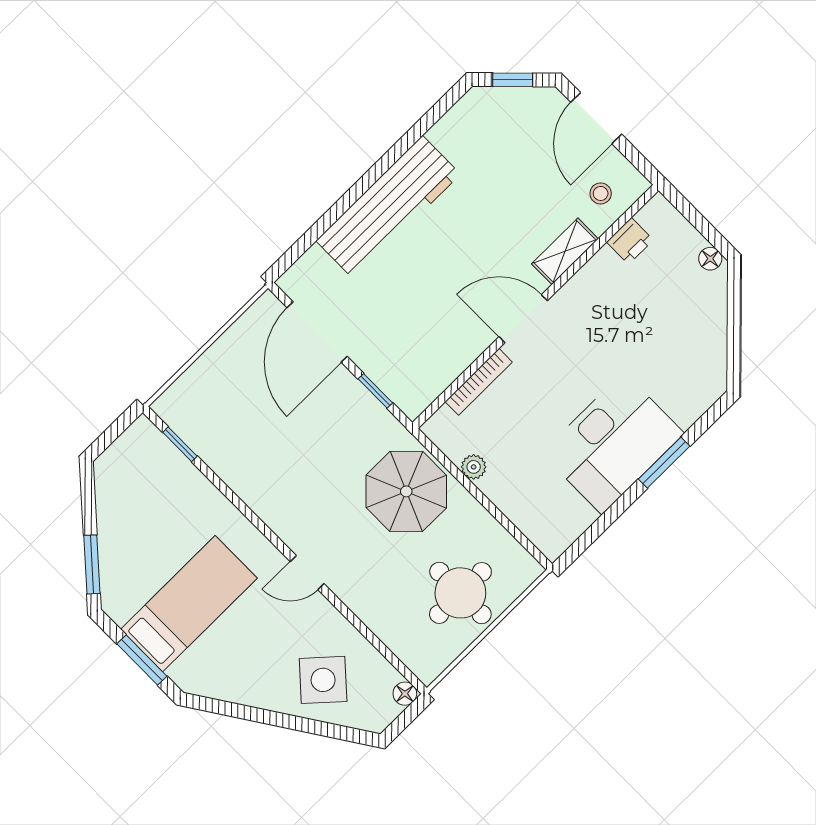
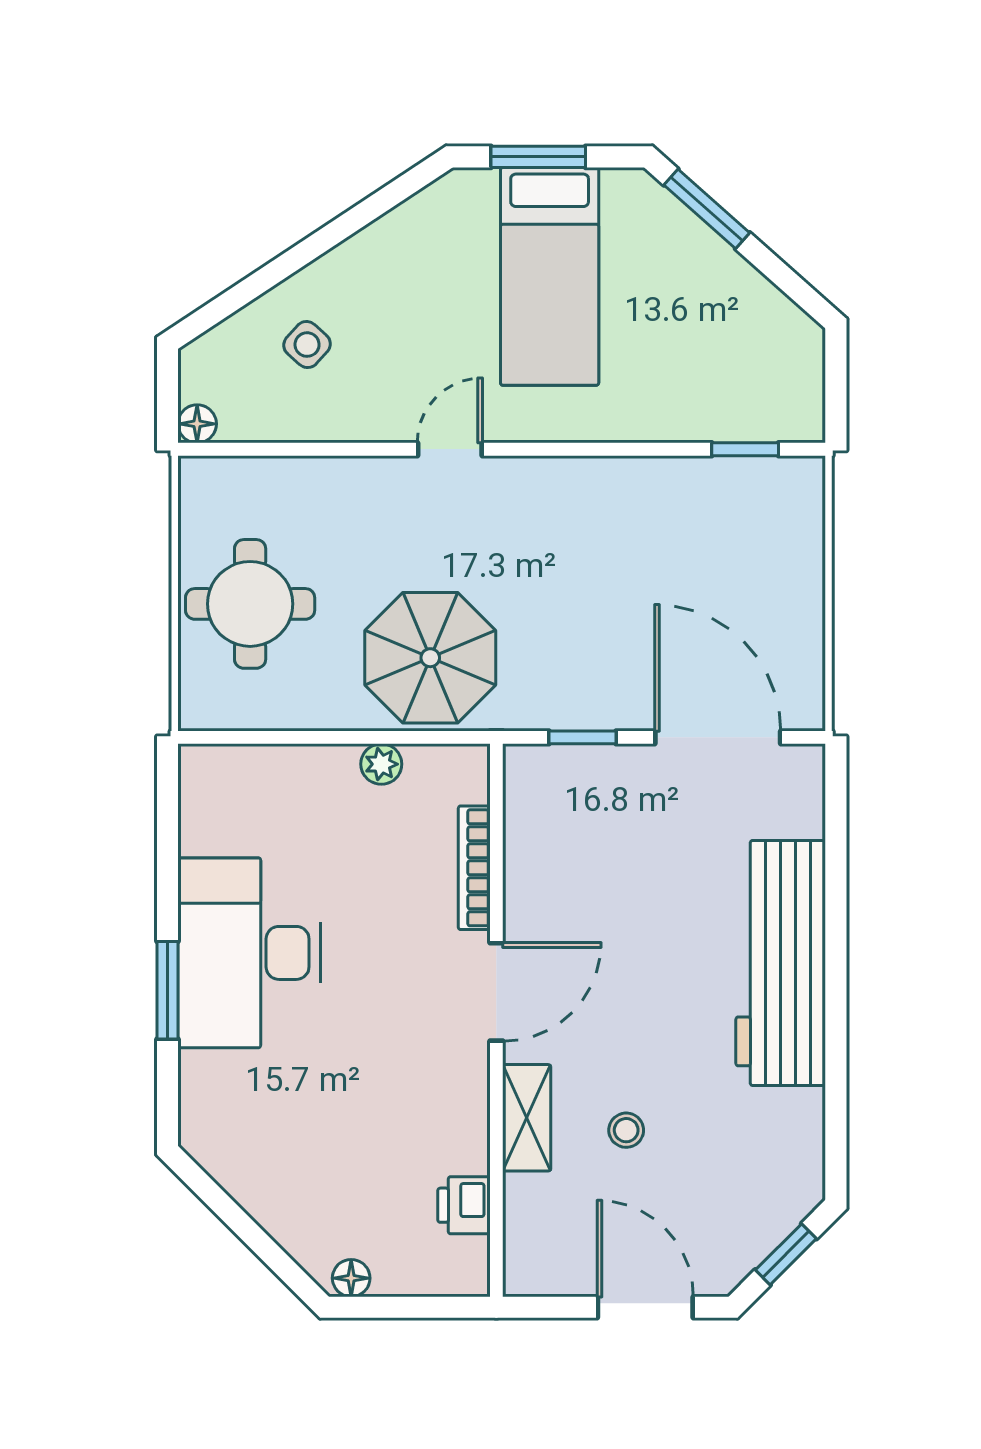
stool: (601, 193) -> (626, 1130), moved
side table: (323, 680) -> (307, 345), width x0.54, depth x0.54

